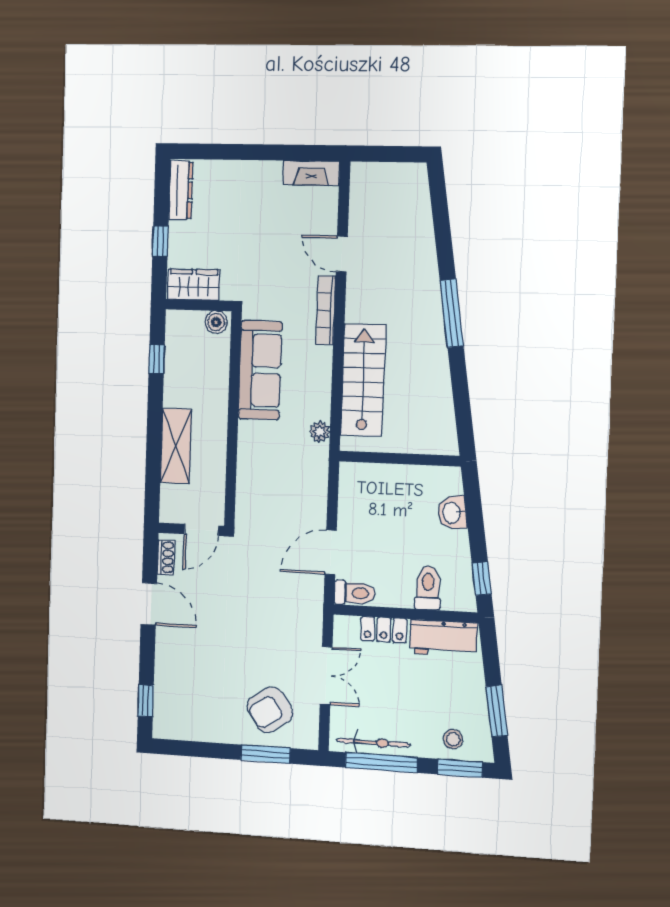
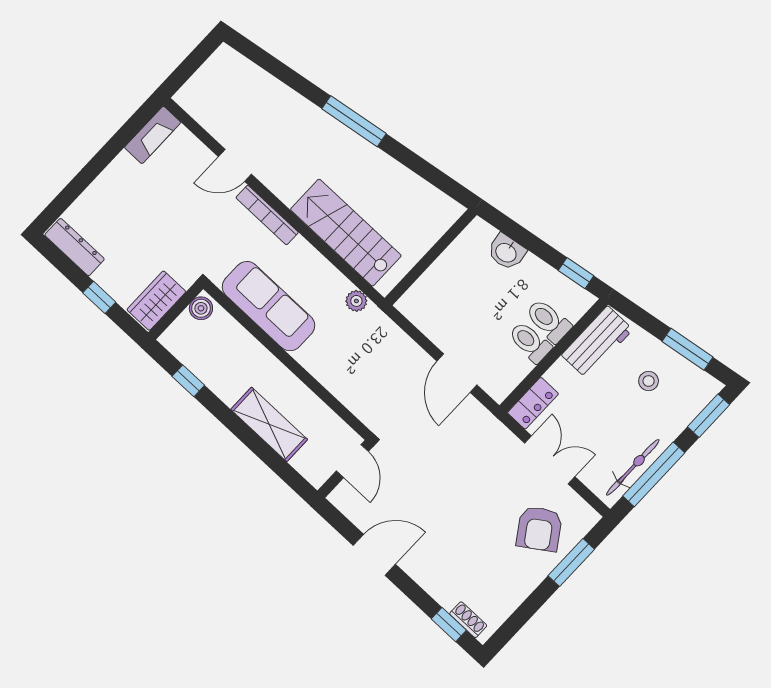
shoe rack: (166, 557) -> (468, 620), moved
toilet: (355, 593) -> (530, 342), moved, turned -90
locker: (384, 630) -> (533, 403), moved
stool: (453, 739) -> (649, 381), moved

